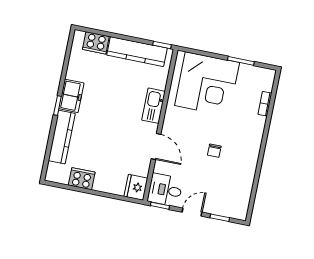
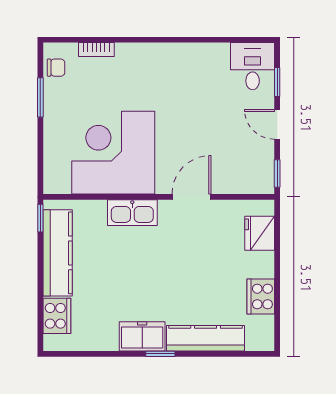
corner desk: (207, 84) -> (113, 153), moved, turned -90
chair: (214, 151) -> (56, 68), moved
fridge: (136, 187) -> (260, 233), moved, turned 90
desk: (165, 190) -> (253, 66), moved, turned 180

